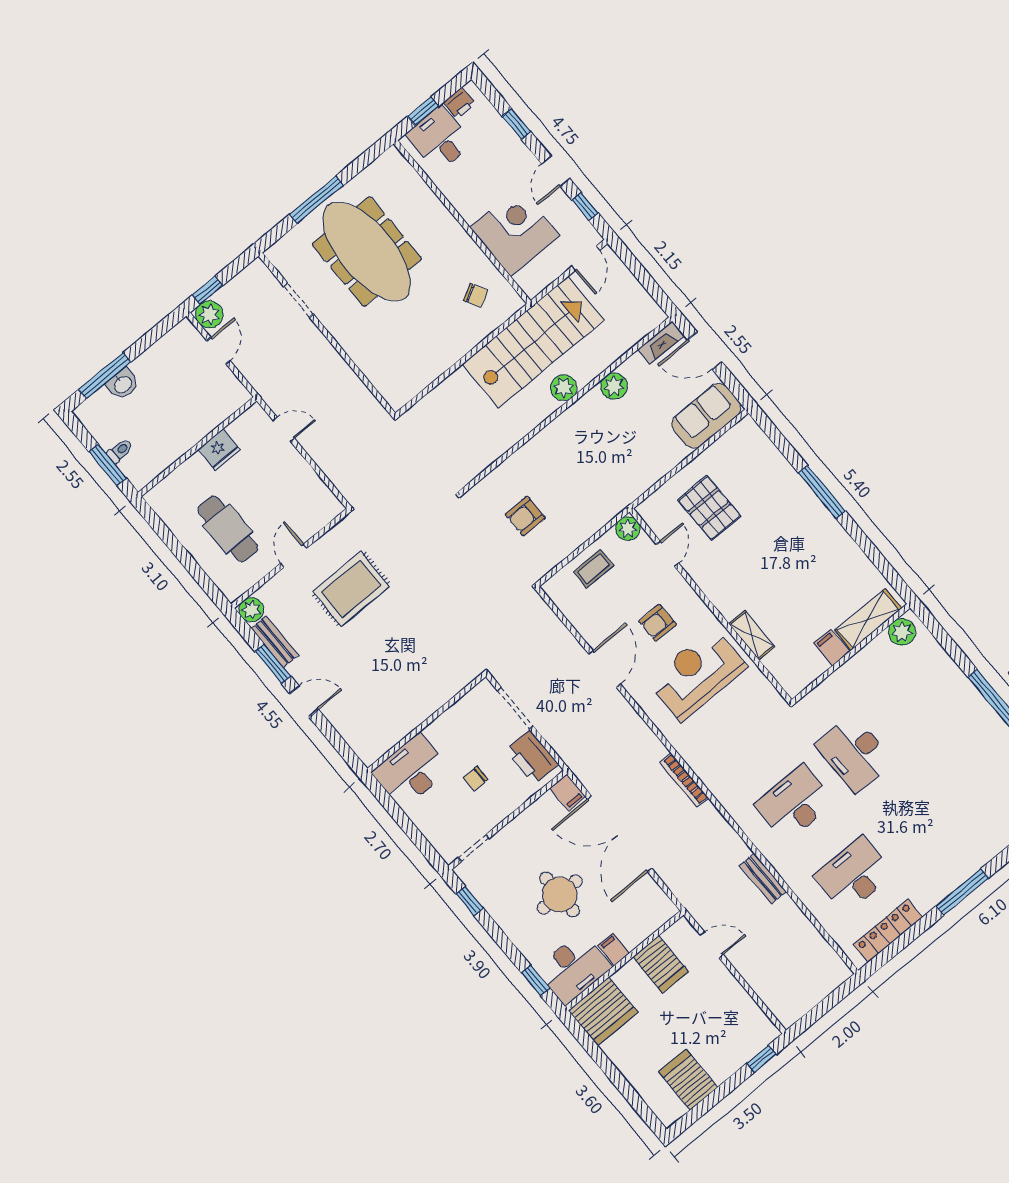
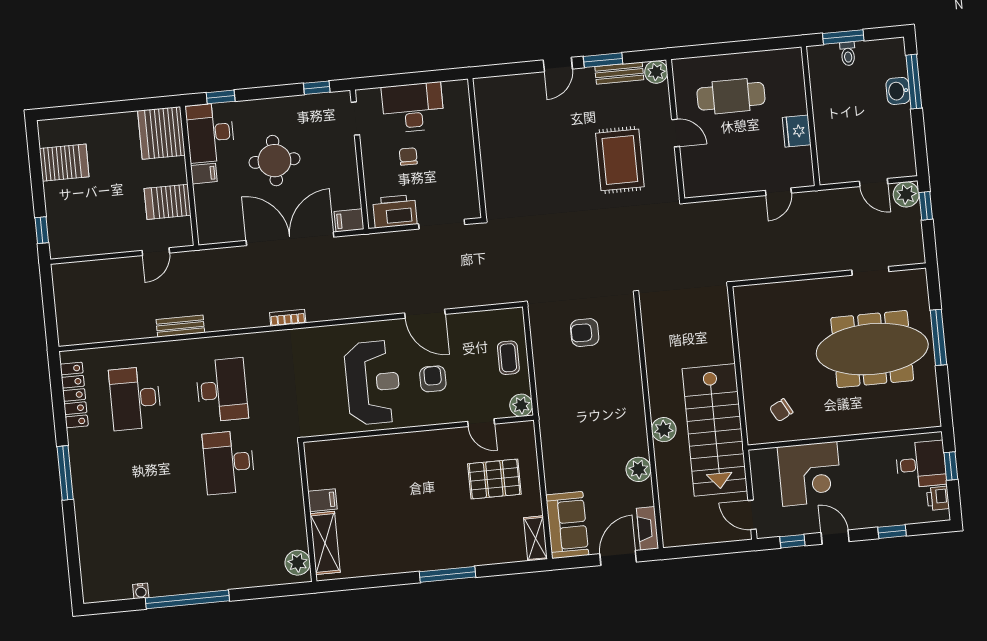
armchair: (525, 516) -> (585, 333), turned -90
shelving: (752, 635) -> (535, 538), moved, turned 90
desk: (854, 753) -> (229, 462), turned -90
desk: (411, 771) -> (413, 107), moved, turned -90
bookcase: (684, 780) -> (288, 318), width x0.64
desk: (854, 875) -> (135, 398), turned 180

